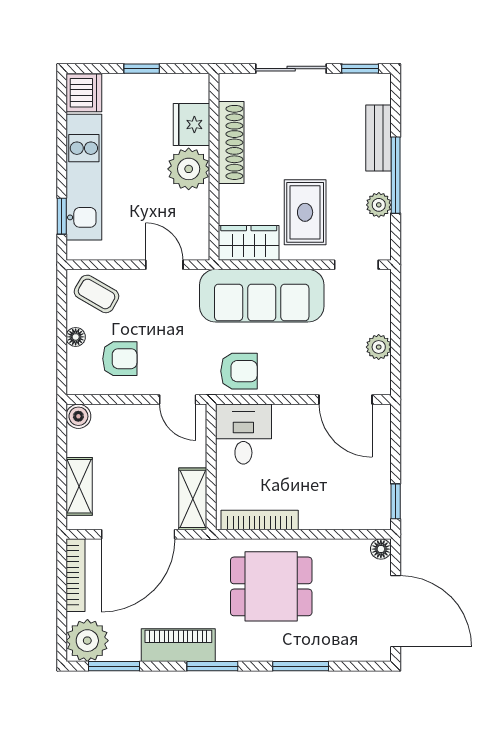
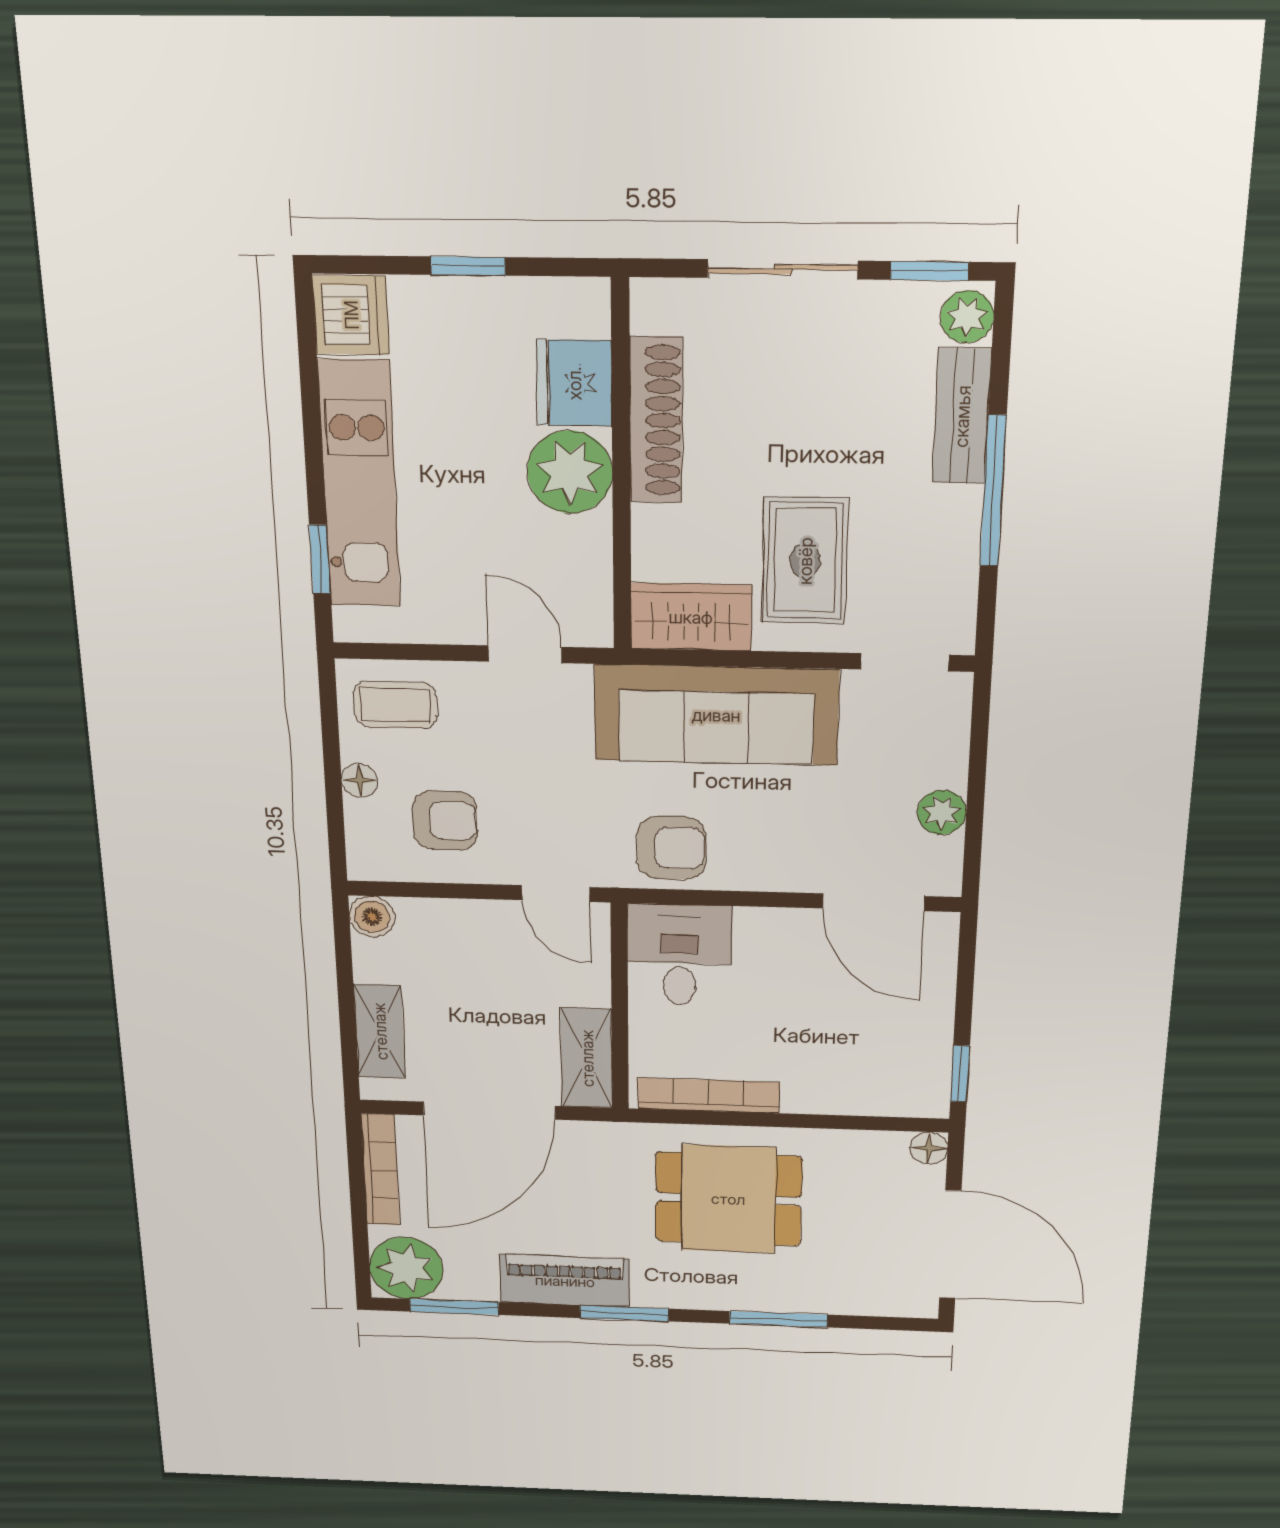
plant: (379, 205) -> (967, 317), moved
coffee table: (97, 294) -> (395, 705), turned -30

